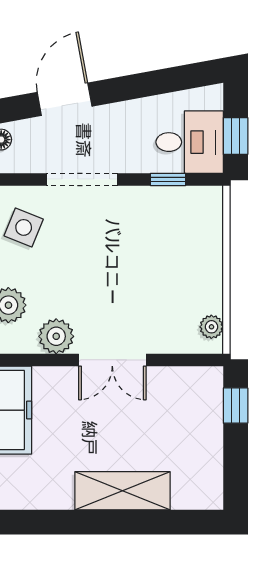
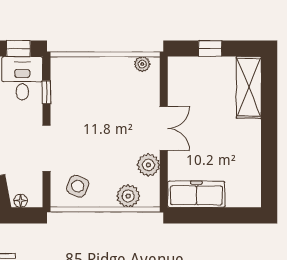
window: (236, 406) -> (210, 48), moved
shelving: (123, 491) -> (249, 87), moved

